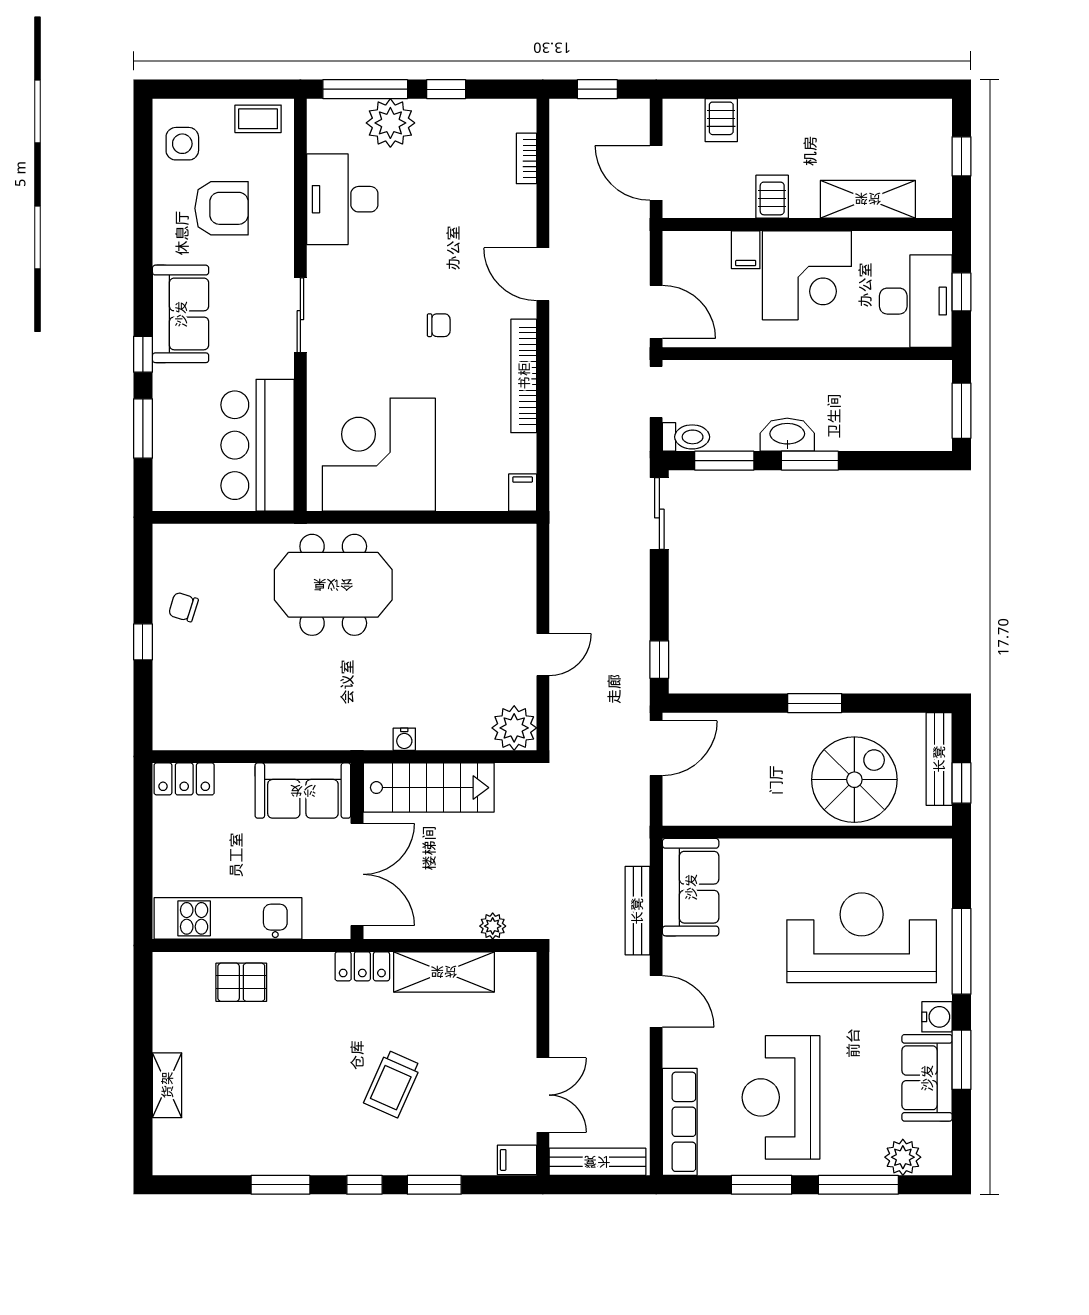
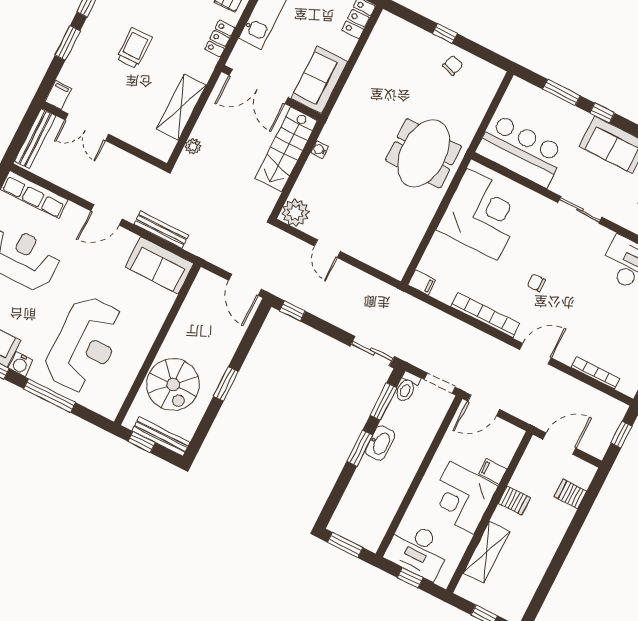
bookcase: (526, 158) -> (595, 373), width x1.56
chair: (439, 325) -> (536, 283), turned 90
locker: (362, 966) -> (220, 38), moved
trolley: (392, 1084) -> (134, 48), turned 66

